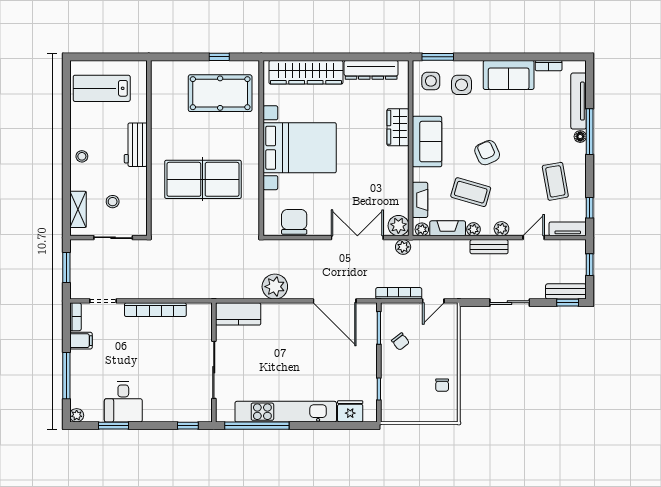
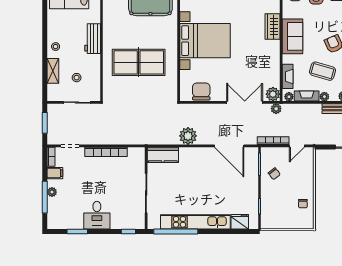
shelving: (78, 209) -> (53, 71), moved
desk: (123, 402) -> (97, 215), moved
plant: (77, 415) -> (52, 192), moved

